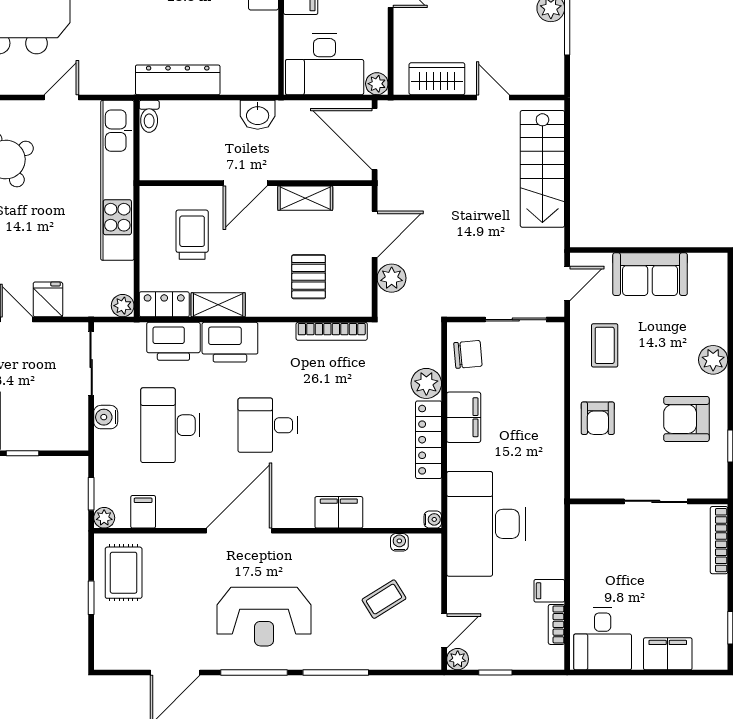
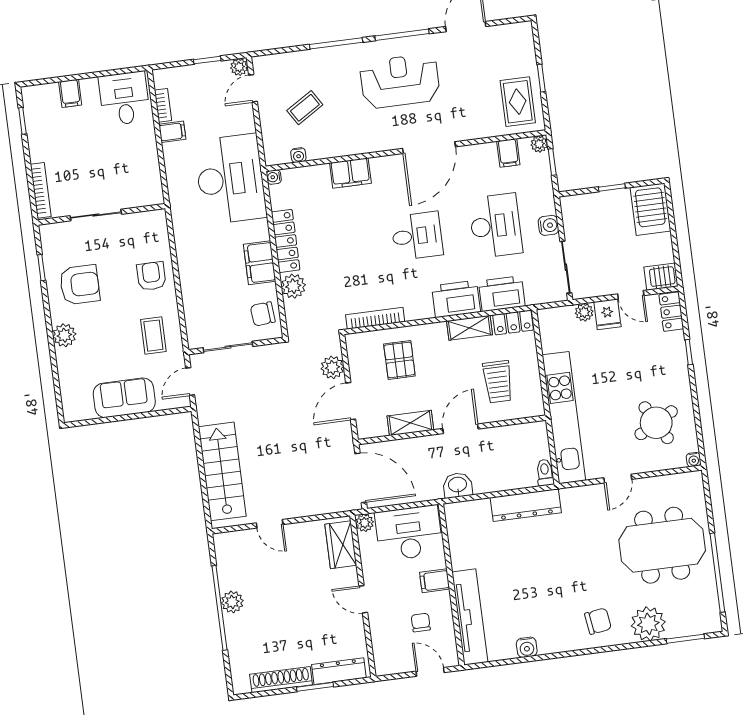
wardrobe: (437, 79) -> (341, 545), moved, turned 90
plant: (123, 306) -> (584, 312), moved
filing cabinet: (668, 654) -> (70, 93), width x0.50

